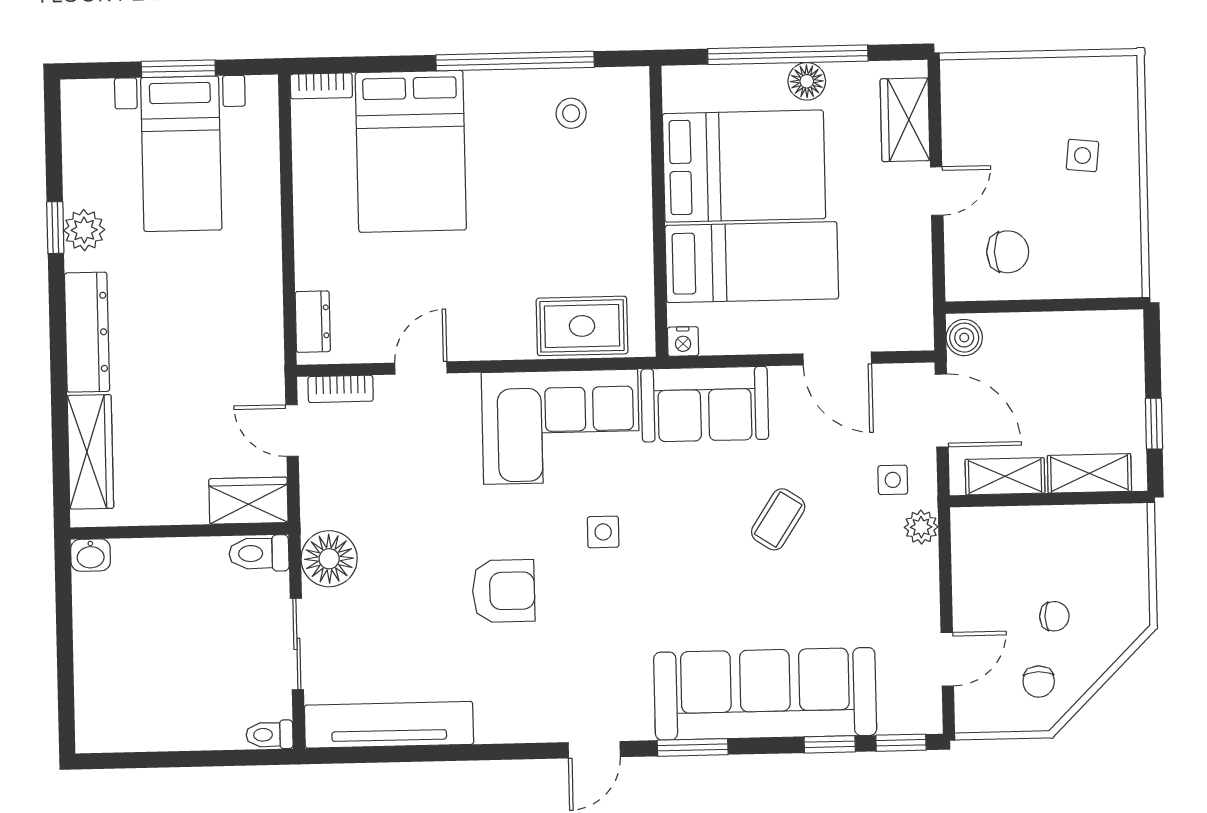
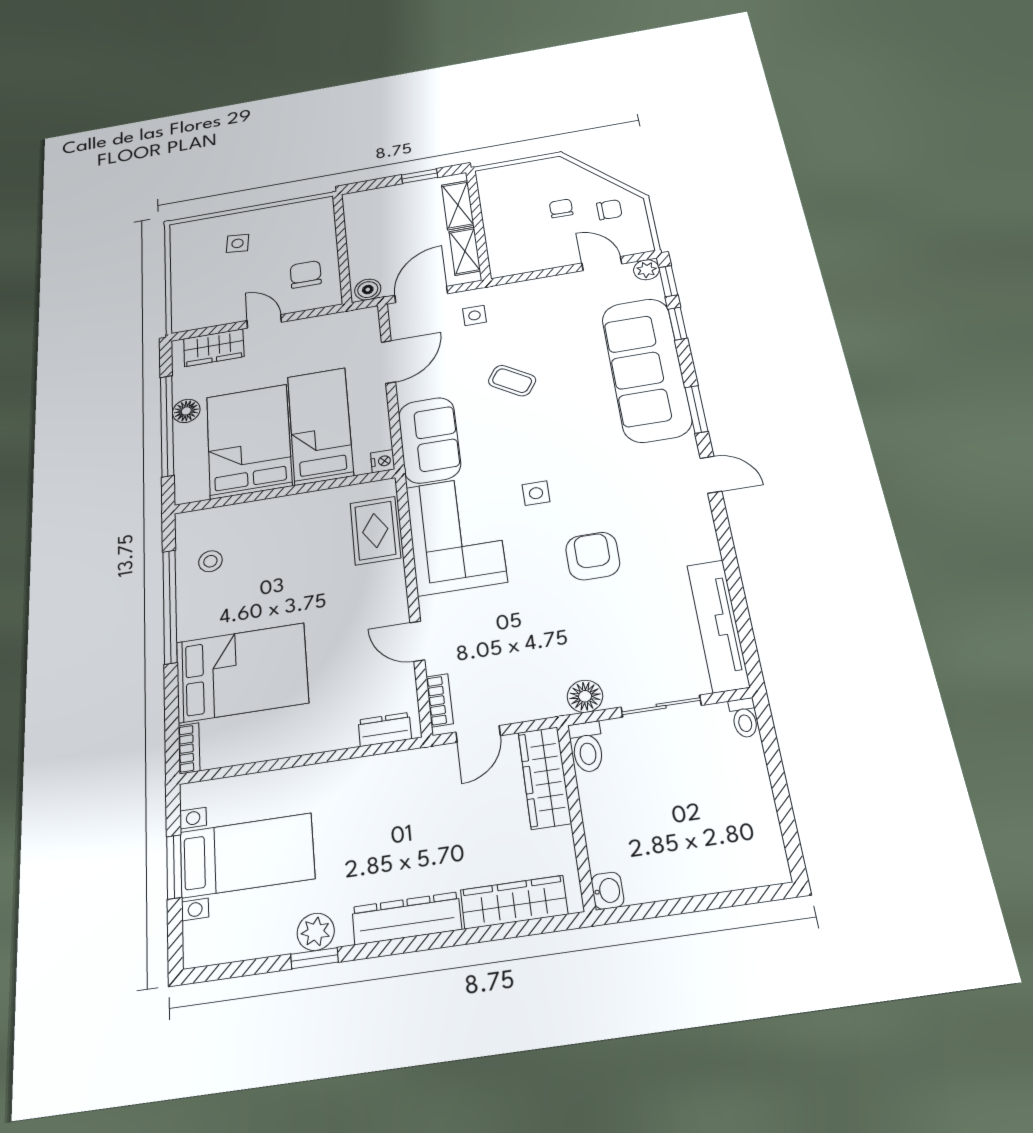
wardrobe: (248, 501) -> (544, 778), width x1.50
plant: (921, 527) -> (646, 270), moved
floor lamp: (329, 559) -> (585, 696), width x0.73, depth x0.73

